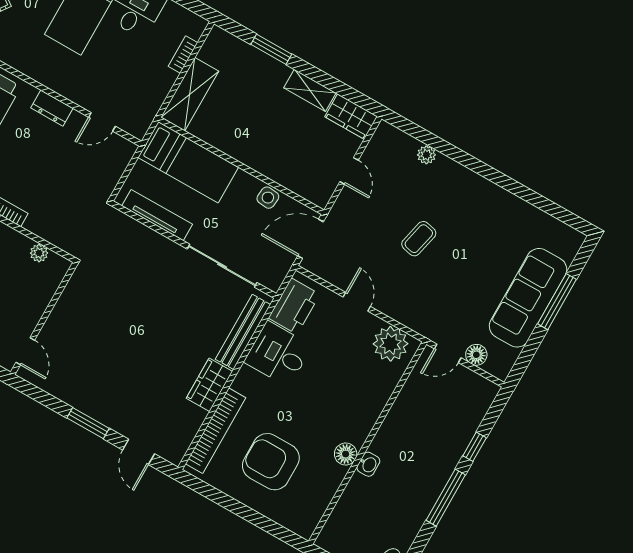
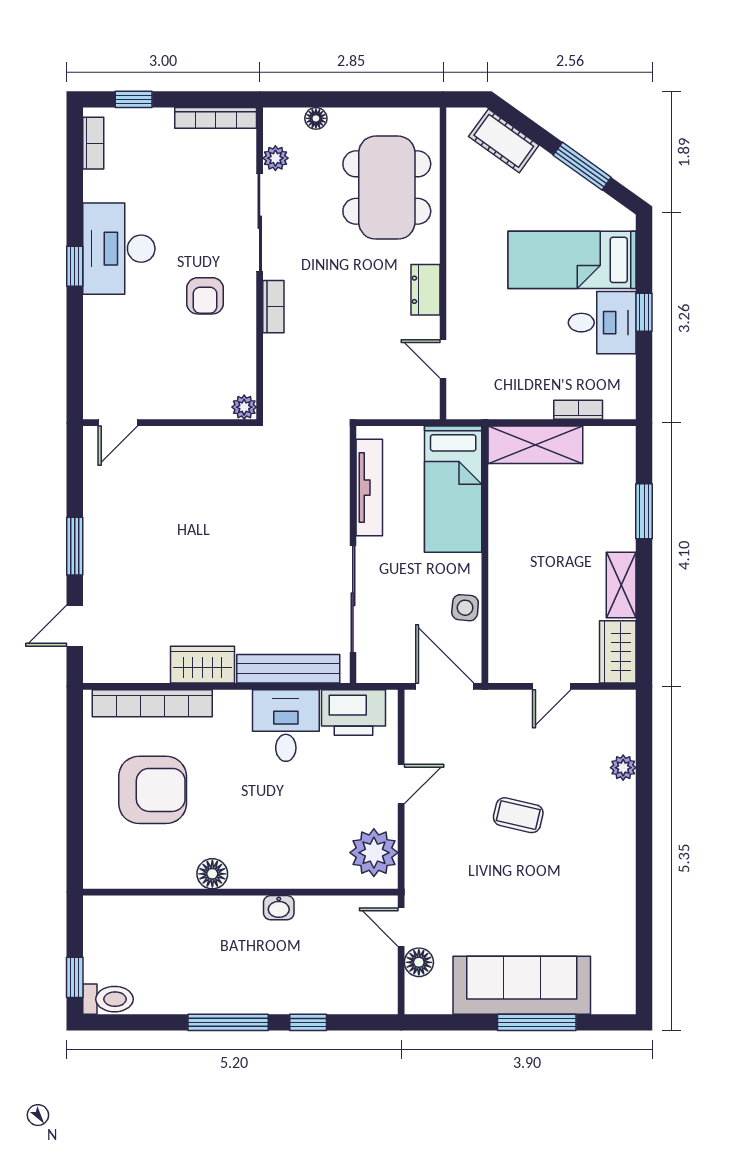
plant: (39, 253) -> (244, 407), moved
armchair: (271, 462) -> (153, 790), turned 90
washbasin: (368, 464) -> (279, 908), moved

